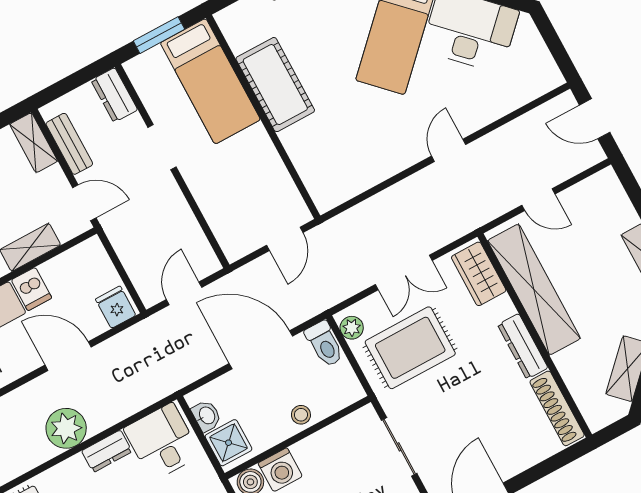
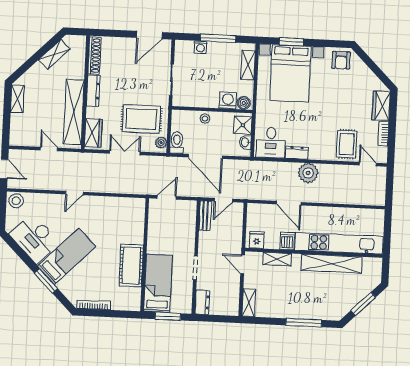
stool: (541, 76) -> (16, 201), added
bench: (69, 144) -> (205, 216), moved
fridge: (116, 307) -> (257, 240), moved, turned 180

